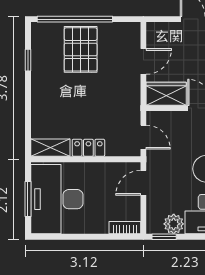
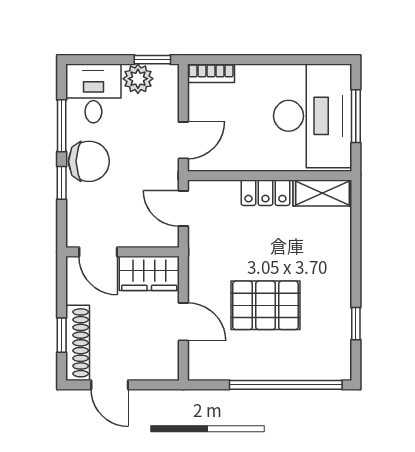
pallet: (81, 49) -> (265, 305), moved, turned 90
door: (143, 61) -> (183, 322), swing flipped

